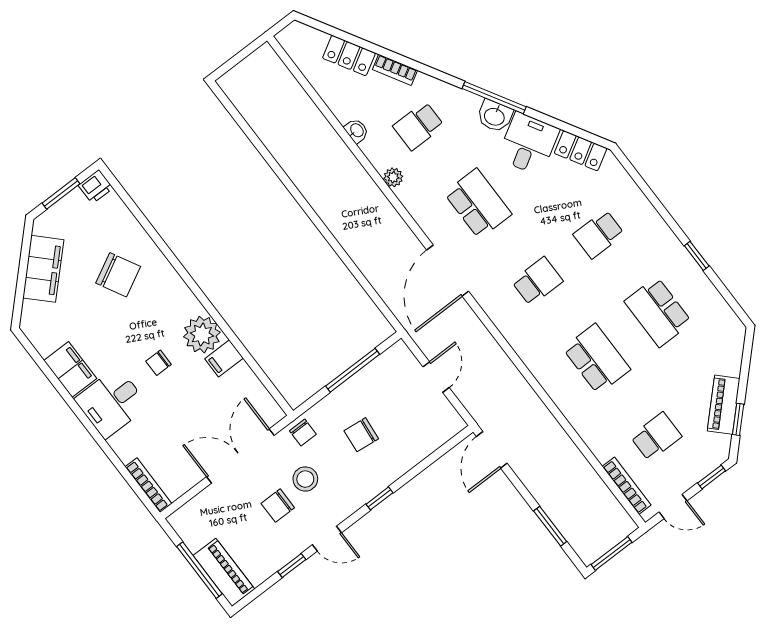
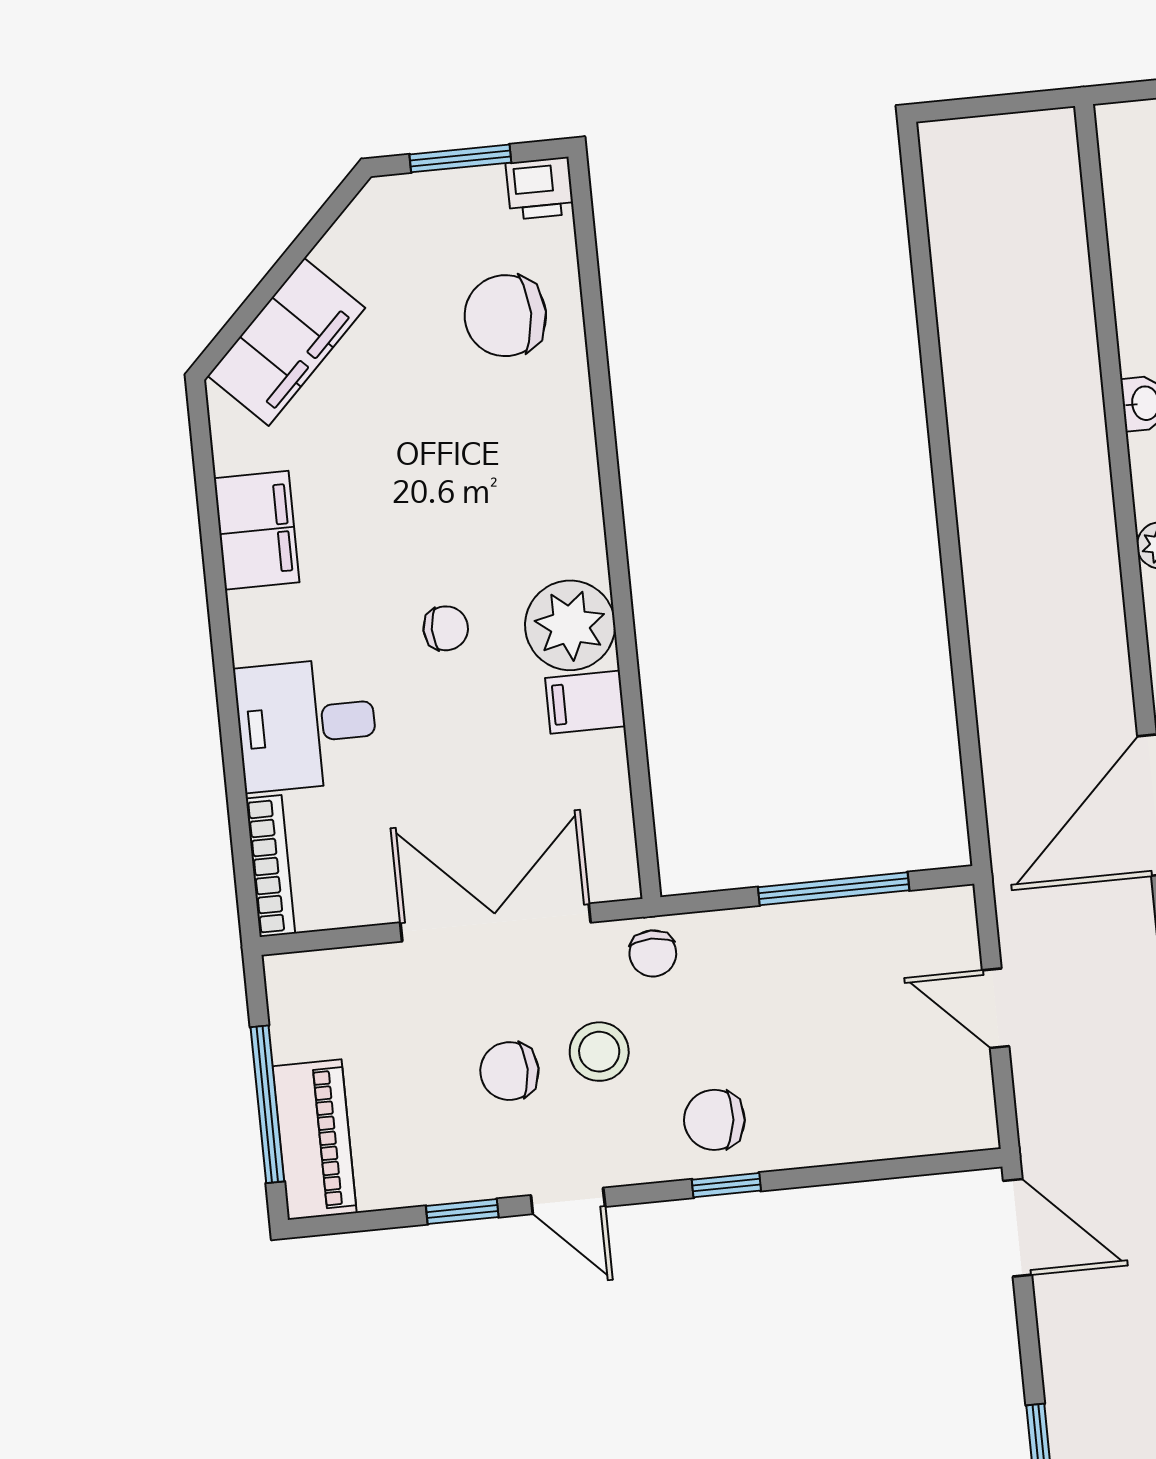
filing cabinet: (43, 269) -> (286, 342), moved
chair: (118, 275) -> (505, 316), moved, turned 118
chair: (159, 363) -> (446, 628), turned 180
door: (436, 377) -> (996, 1008), swing flipped
desk: (111, 403) -> (306, 725), moved
chair: (361, 435) -> (714, 1120), moved
door: (492, 450) -> (1018, 1228), swing flipped

